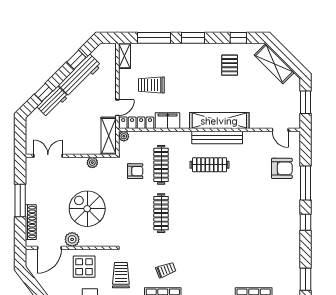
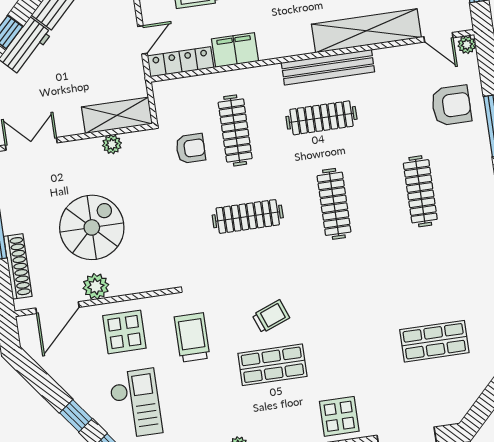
shelving: (219, 121) -> (366, 31), moved
shelving: (109, 136) -> (117, 115), moved, turned 90
plant: (124, 136) -> (467, 45), moved
spiral stairs: (87, 209) -> (92, 227), moved, turned 90
clothes rail: (161, 213) -> (248, 216), turned 90
clothes rail: (210, 213) -> (334, 204), added
clothes rail: (258, 213) -> (420, 191), added

